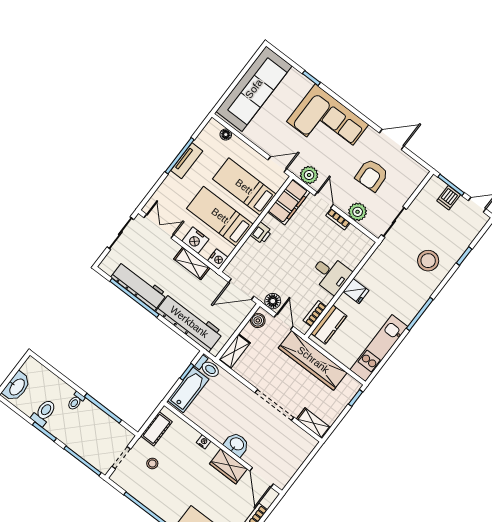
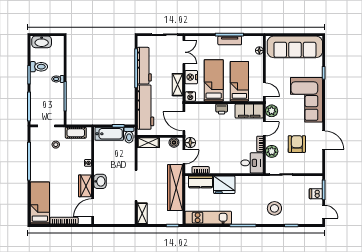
armchair: (372, 175) -> (297, 144), turned 93
desk: (331, 274) -> (252, 163), moved, turned -90
fridge: (356, 291) -> (224, 185), width x1.88, depth x1.34

